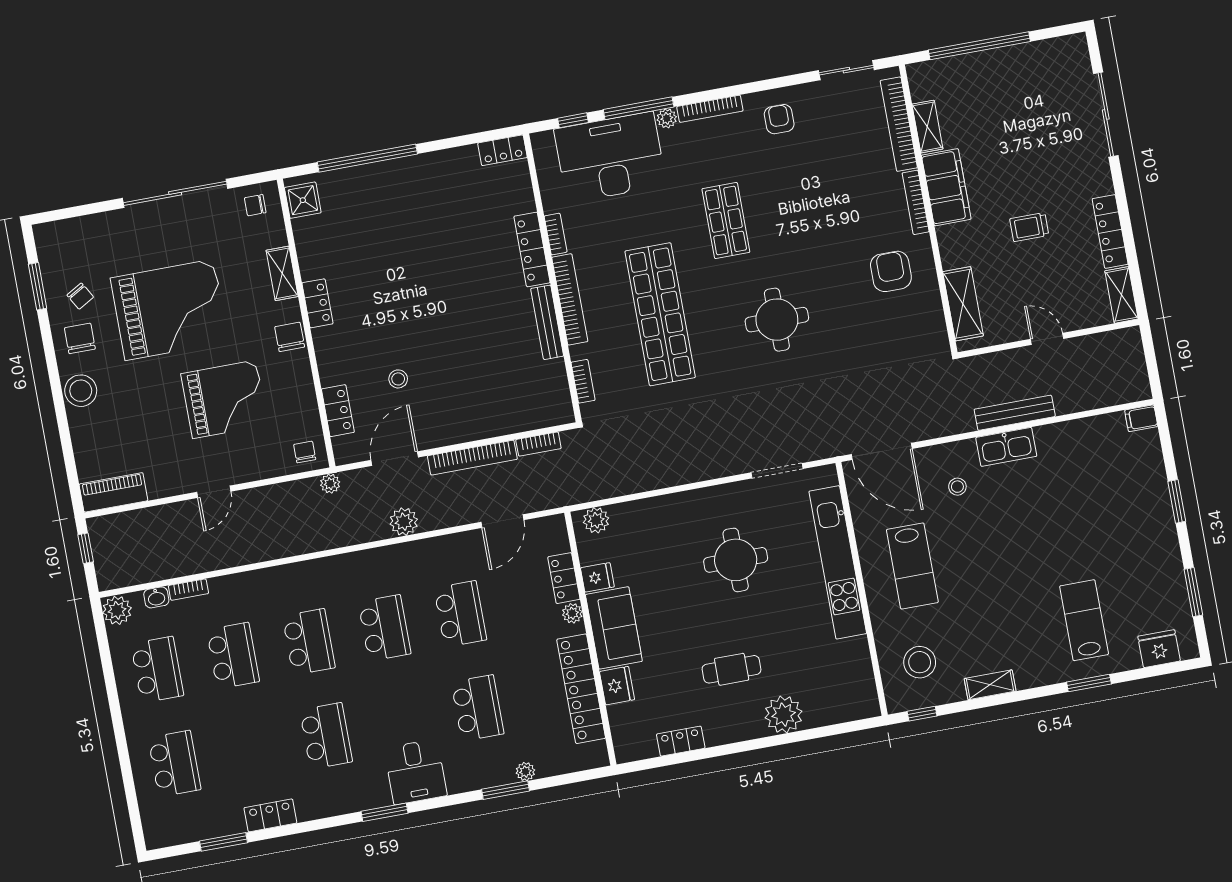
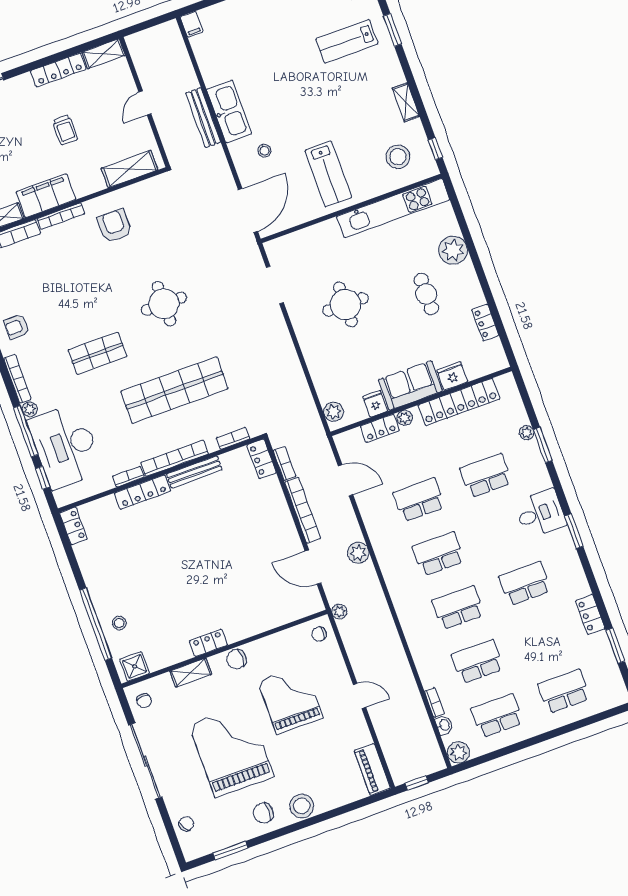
armchair: (891, 271) -> (115, 226), turned 90
chair: (80, 296) -> (186, 824), moved
stool: (398, 379) -> (119, 623), moved
locker: (338, 411) -> (262, 459), moved, turned -90
kitchen sink: (1006, 447) -> (229, 111), width x1.36, depth x1.24
kitchen unit: (838, 562) -> (393, 208), moved
lab bench: (912, 566) -> (328, 174), turned 90

